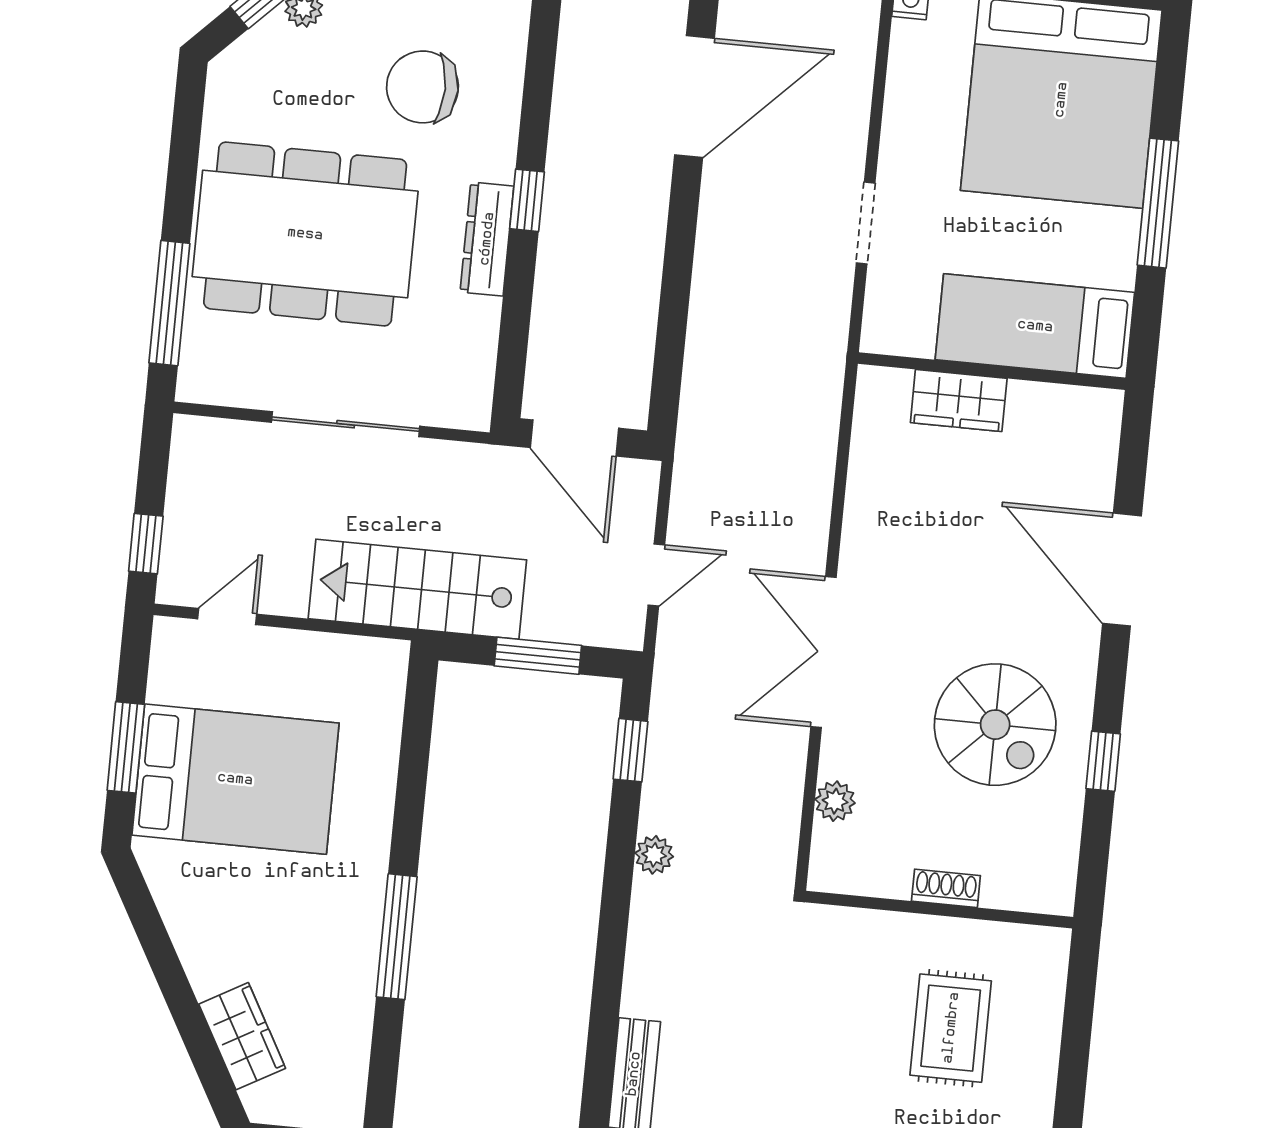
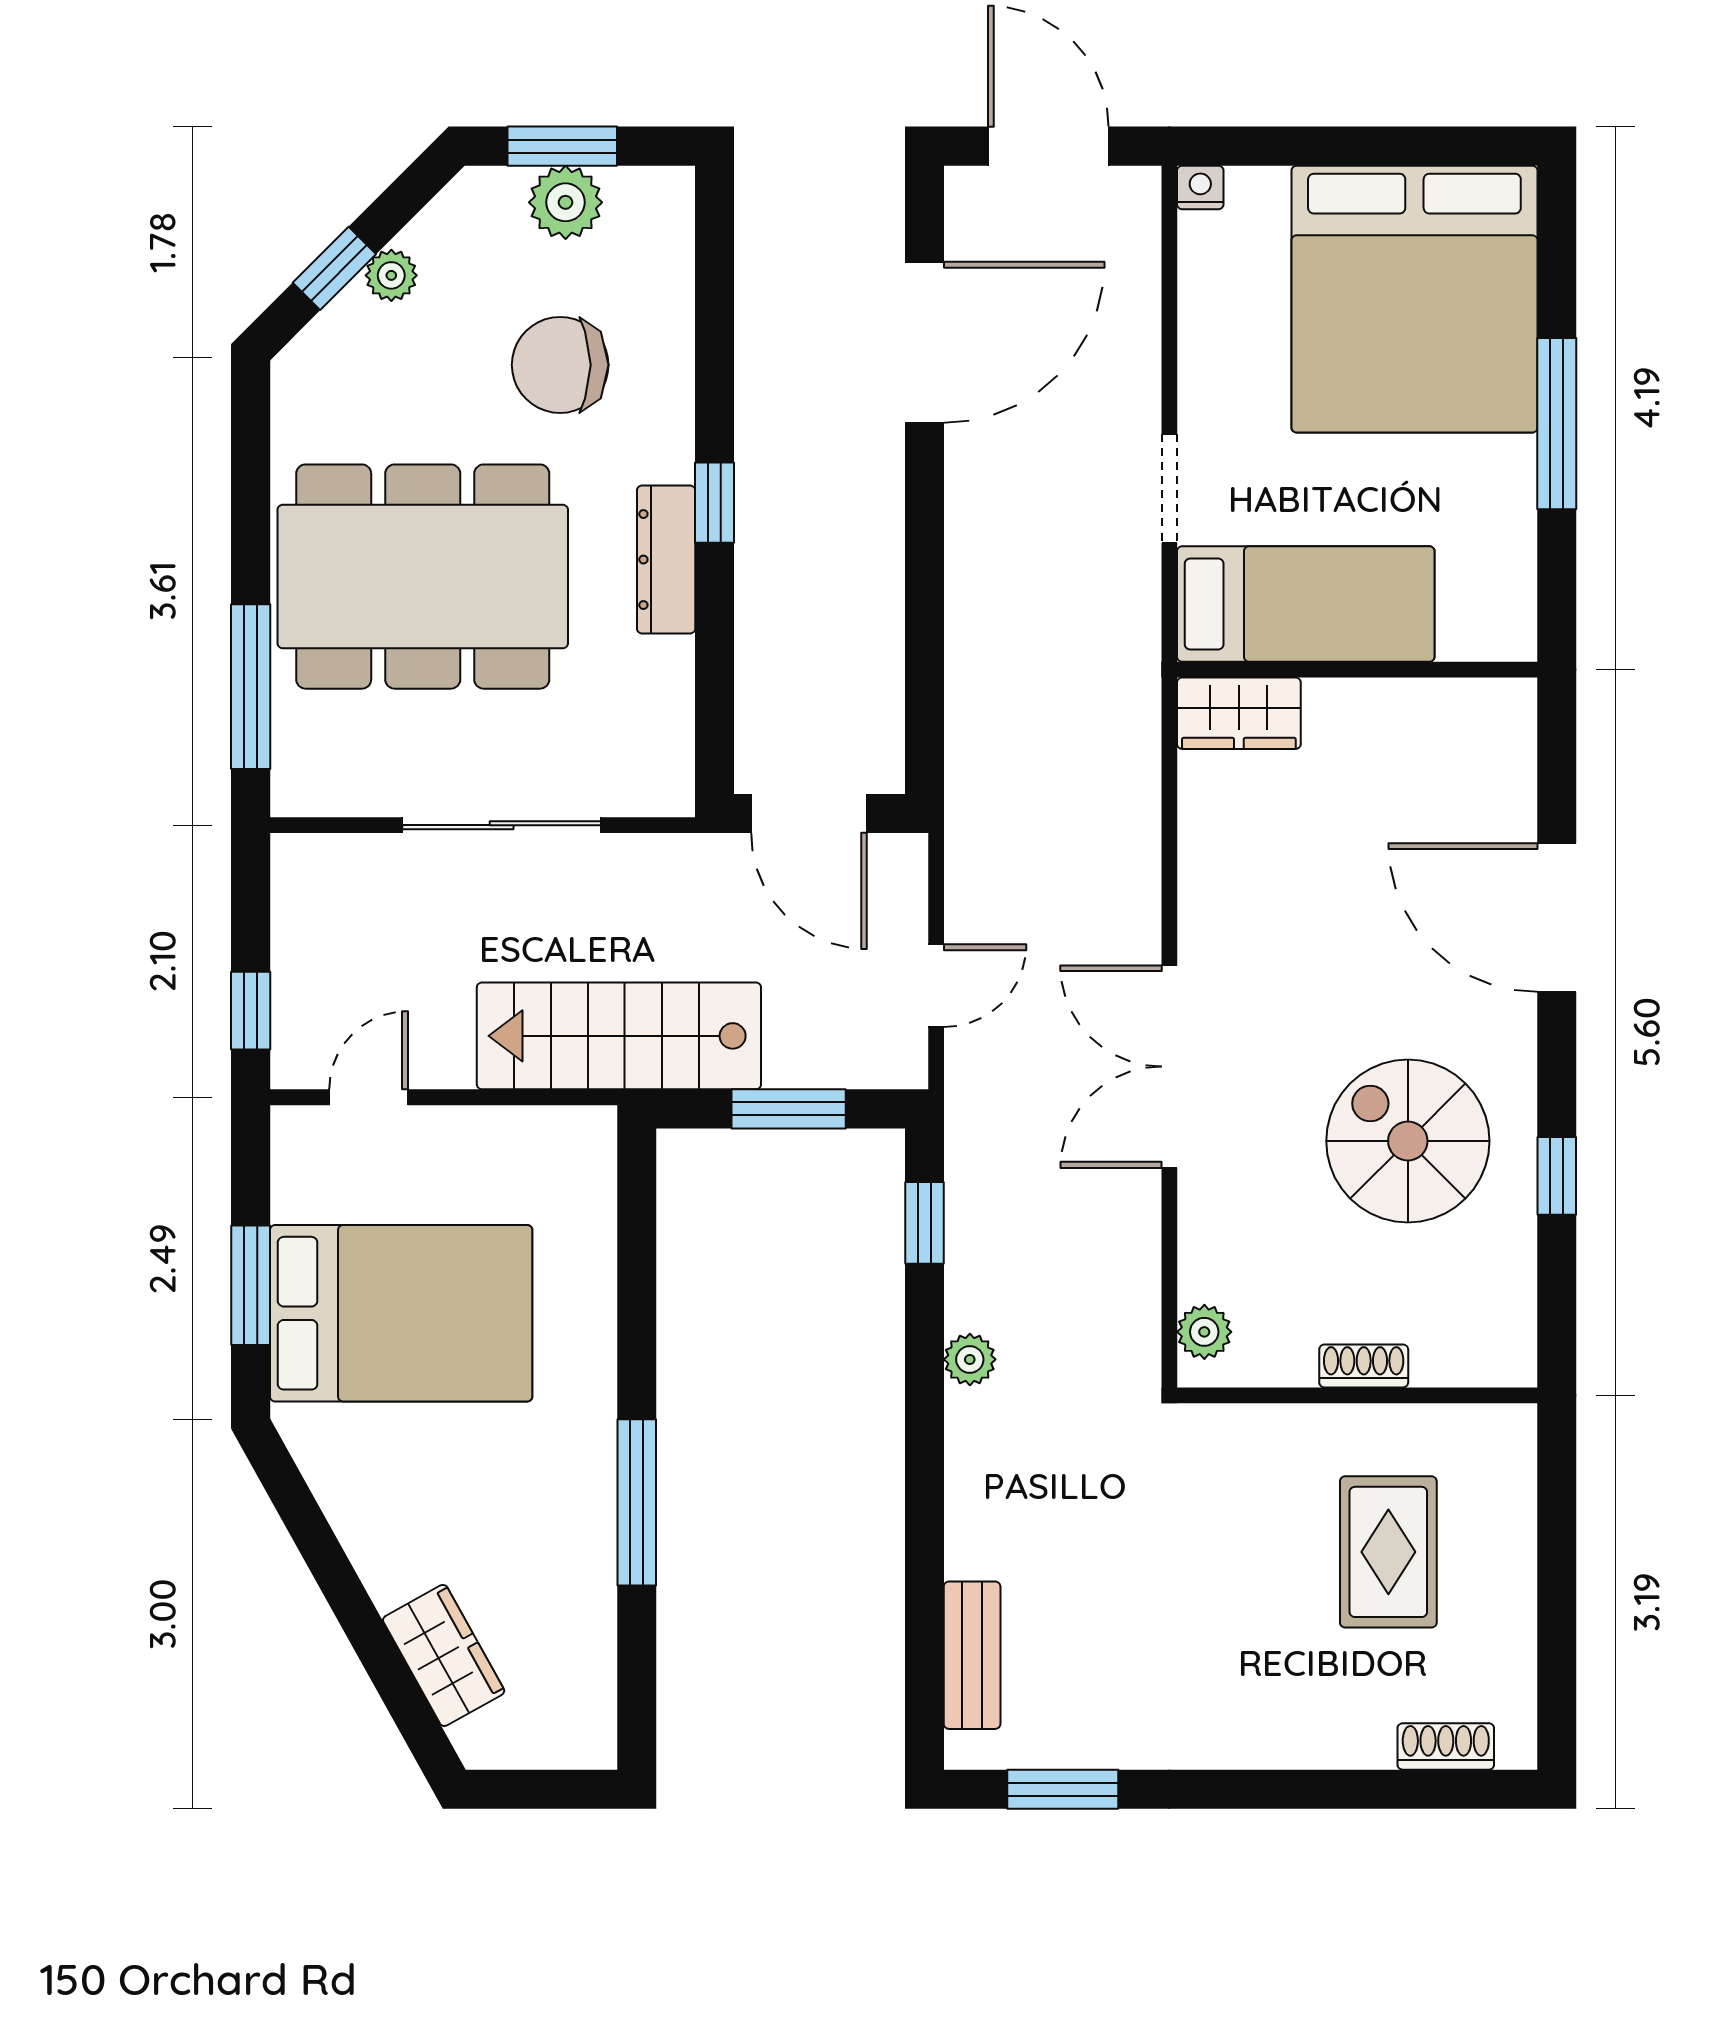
bed: (1035, 326) -> (1306, 604), moved, turned 180
wardrobe: (959, 400) -> (1239, 713), moved
spiral stairs: (995, 725) -> (1408, 1141), turned 180
plant: (835, 801) -> (1204, 1332), moved

